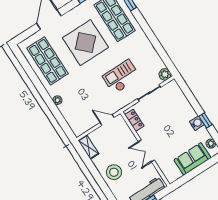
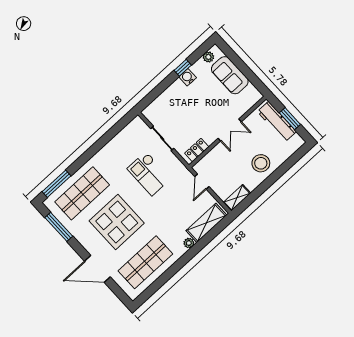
plant: (165, 74) -> (137, 124), removed
shelving: (72, 118) -> (206, 223), added

